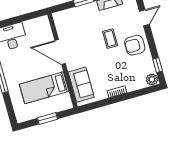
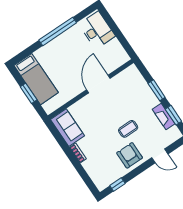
plant: (152, 79) -> (101, 184), removed
sofa: (81, 85) -> (67, 128), moved, turned -90
bed: (44, 88) -> (36, 79), moved, turned 180

